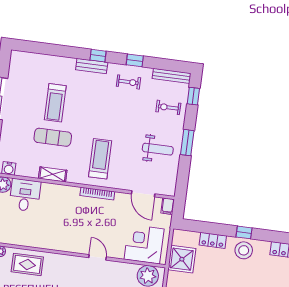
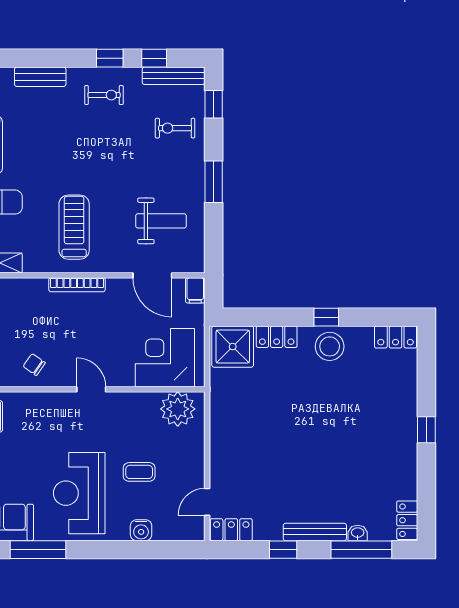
window: (98, 56) -> (154, 58), moved
weight bench: (158, 149) -> (161, 221), moved
chair: (65, 238) -> (34, 365), added
shower: (182, 259) -> (233, 347), moved

